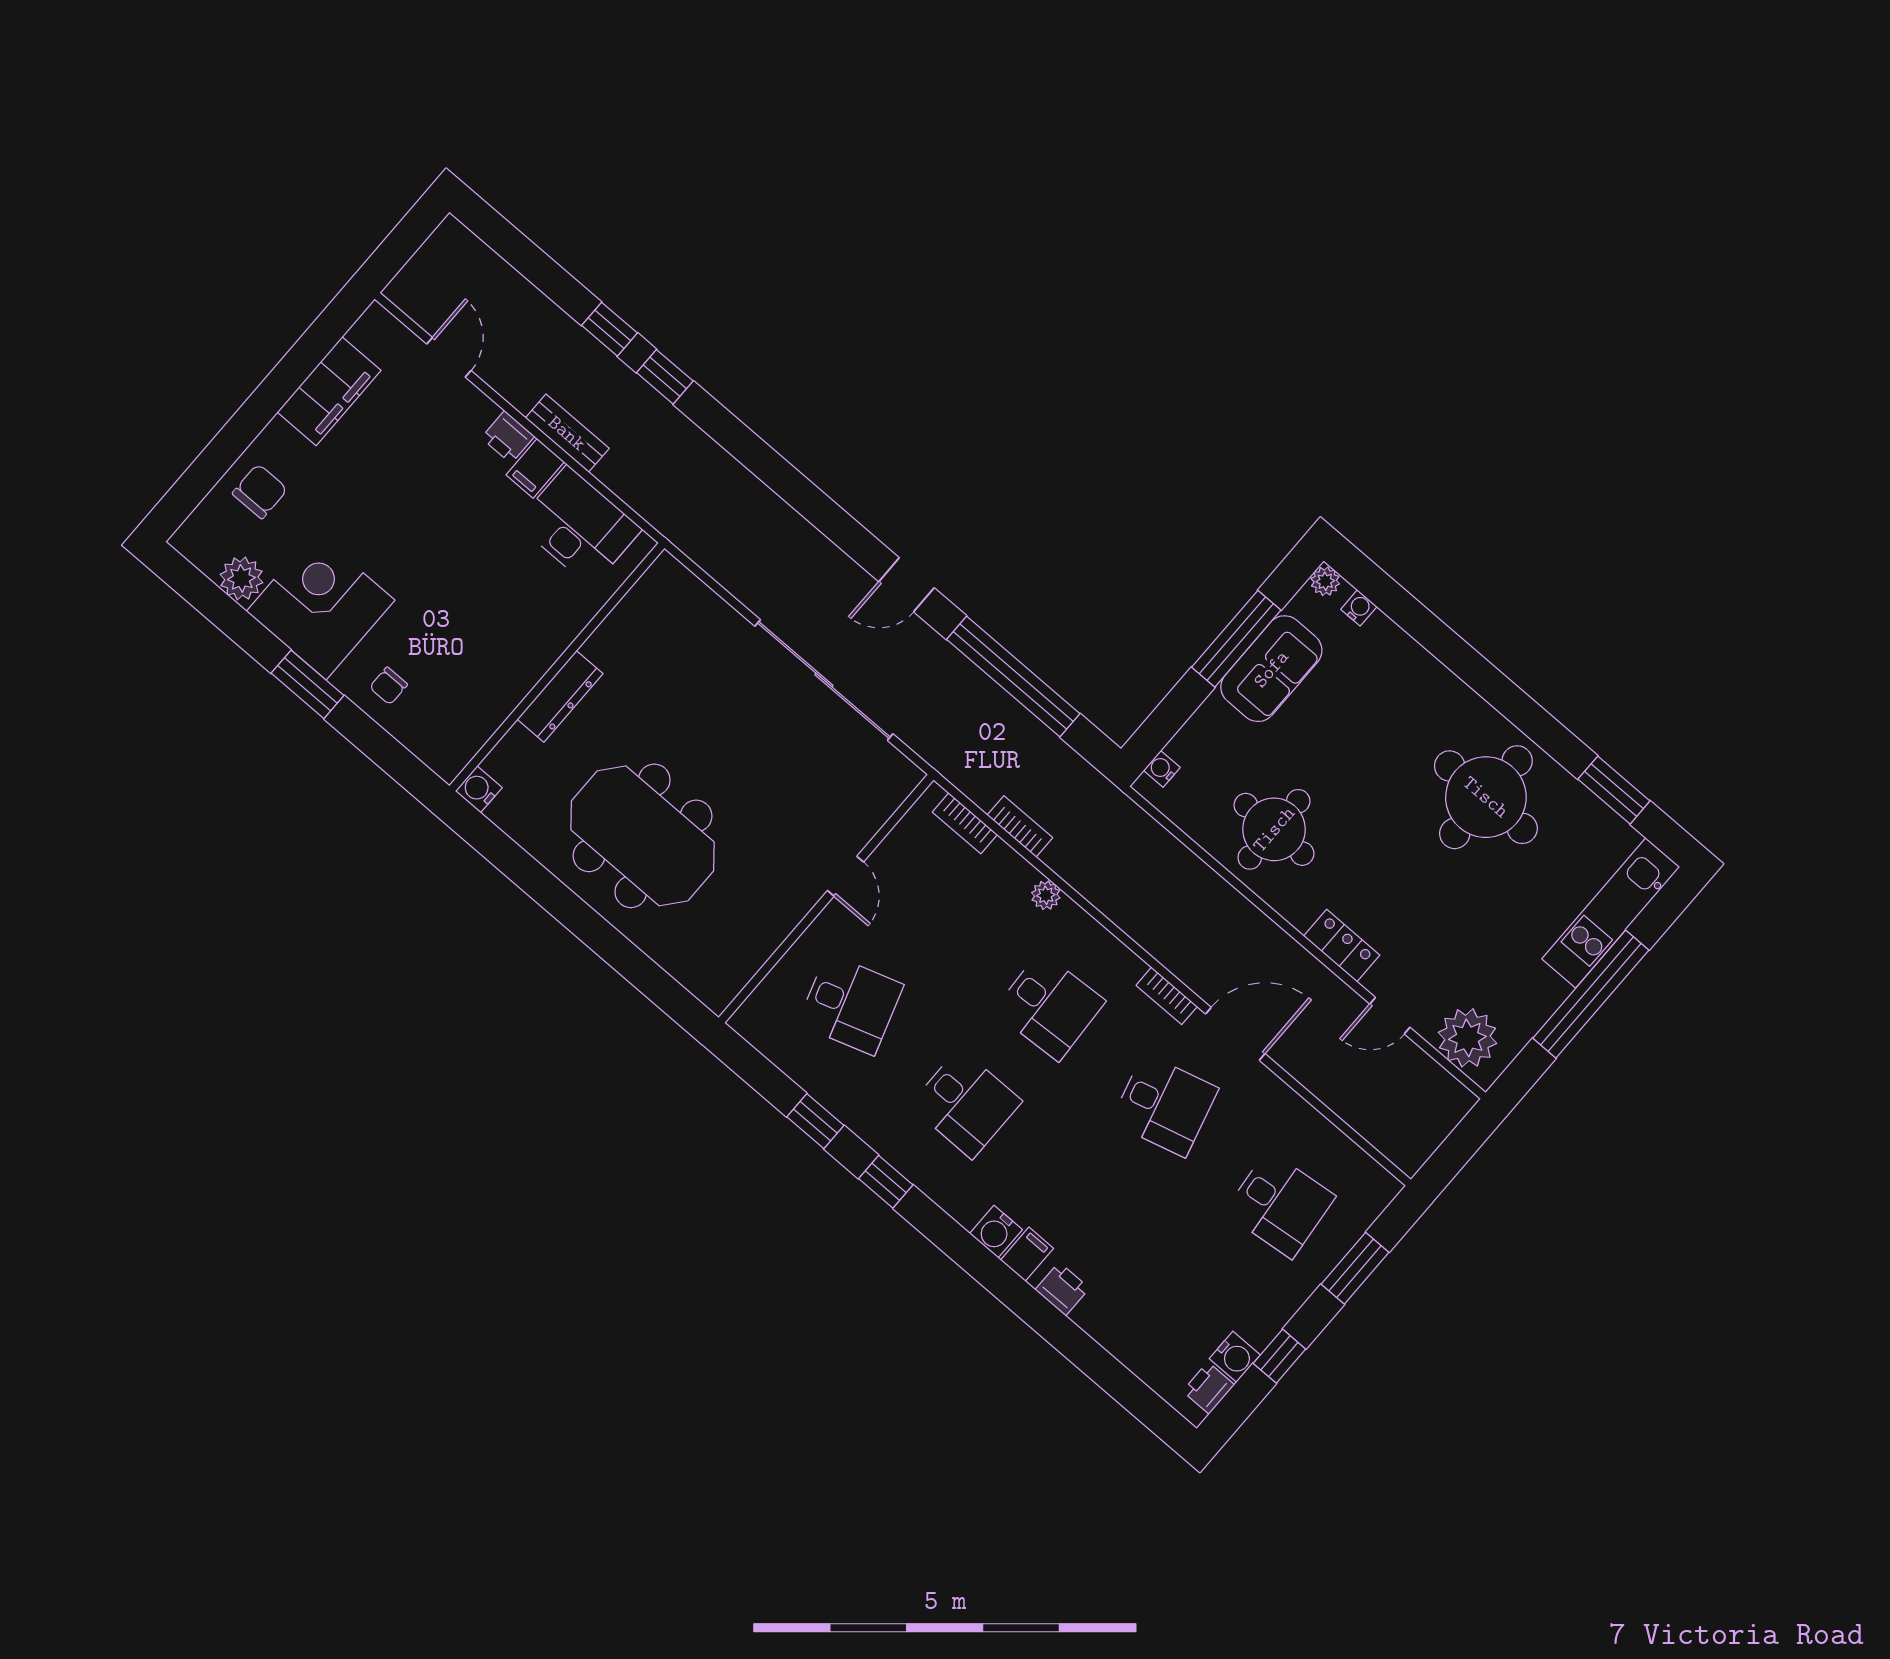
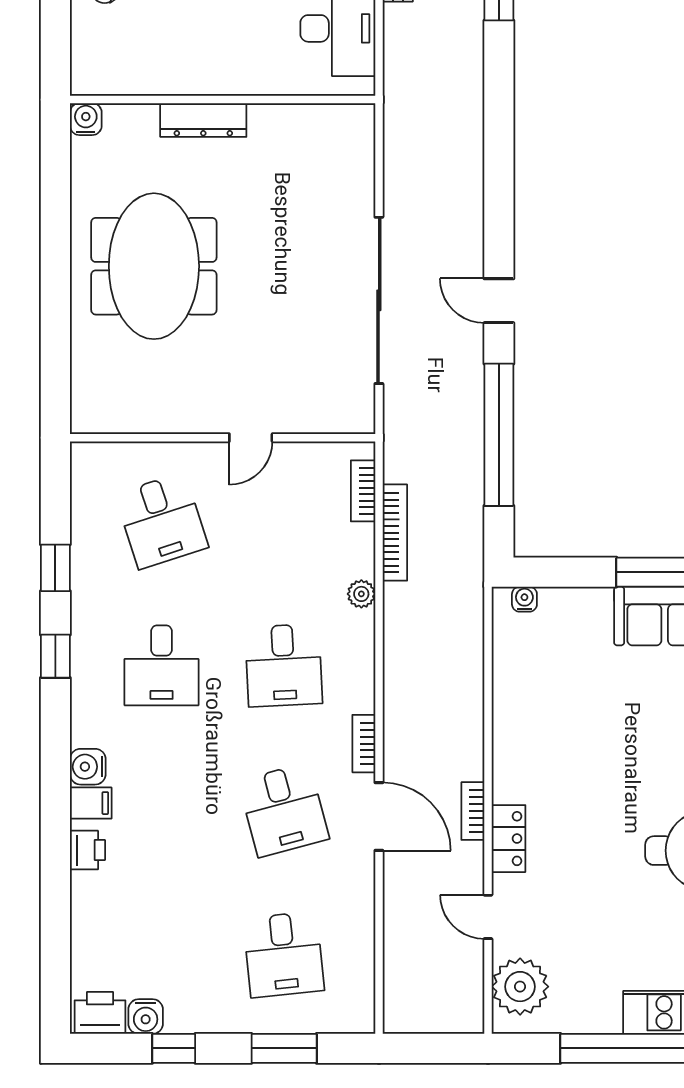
bookcase: (1020, 826) -> (395, 533), width x1.56
round table: (1274, 829) -> (550, 718), removed
bookcase: (1295, 955) -> (473, 811), added
printer: (1208, 1388) -> (100, 1013), width x1.36, depth x1.24

